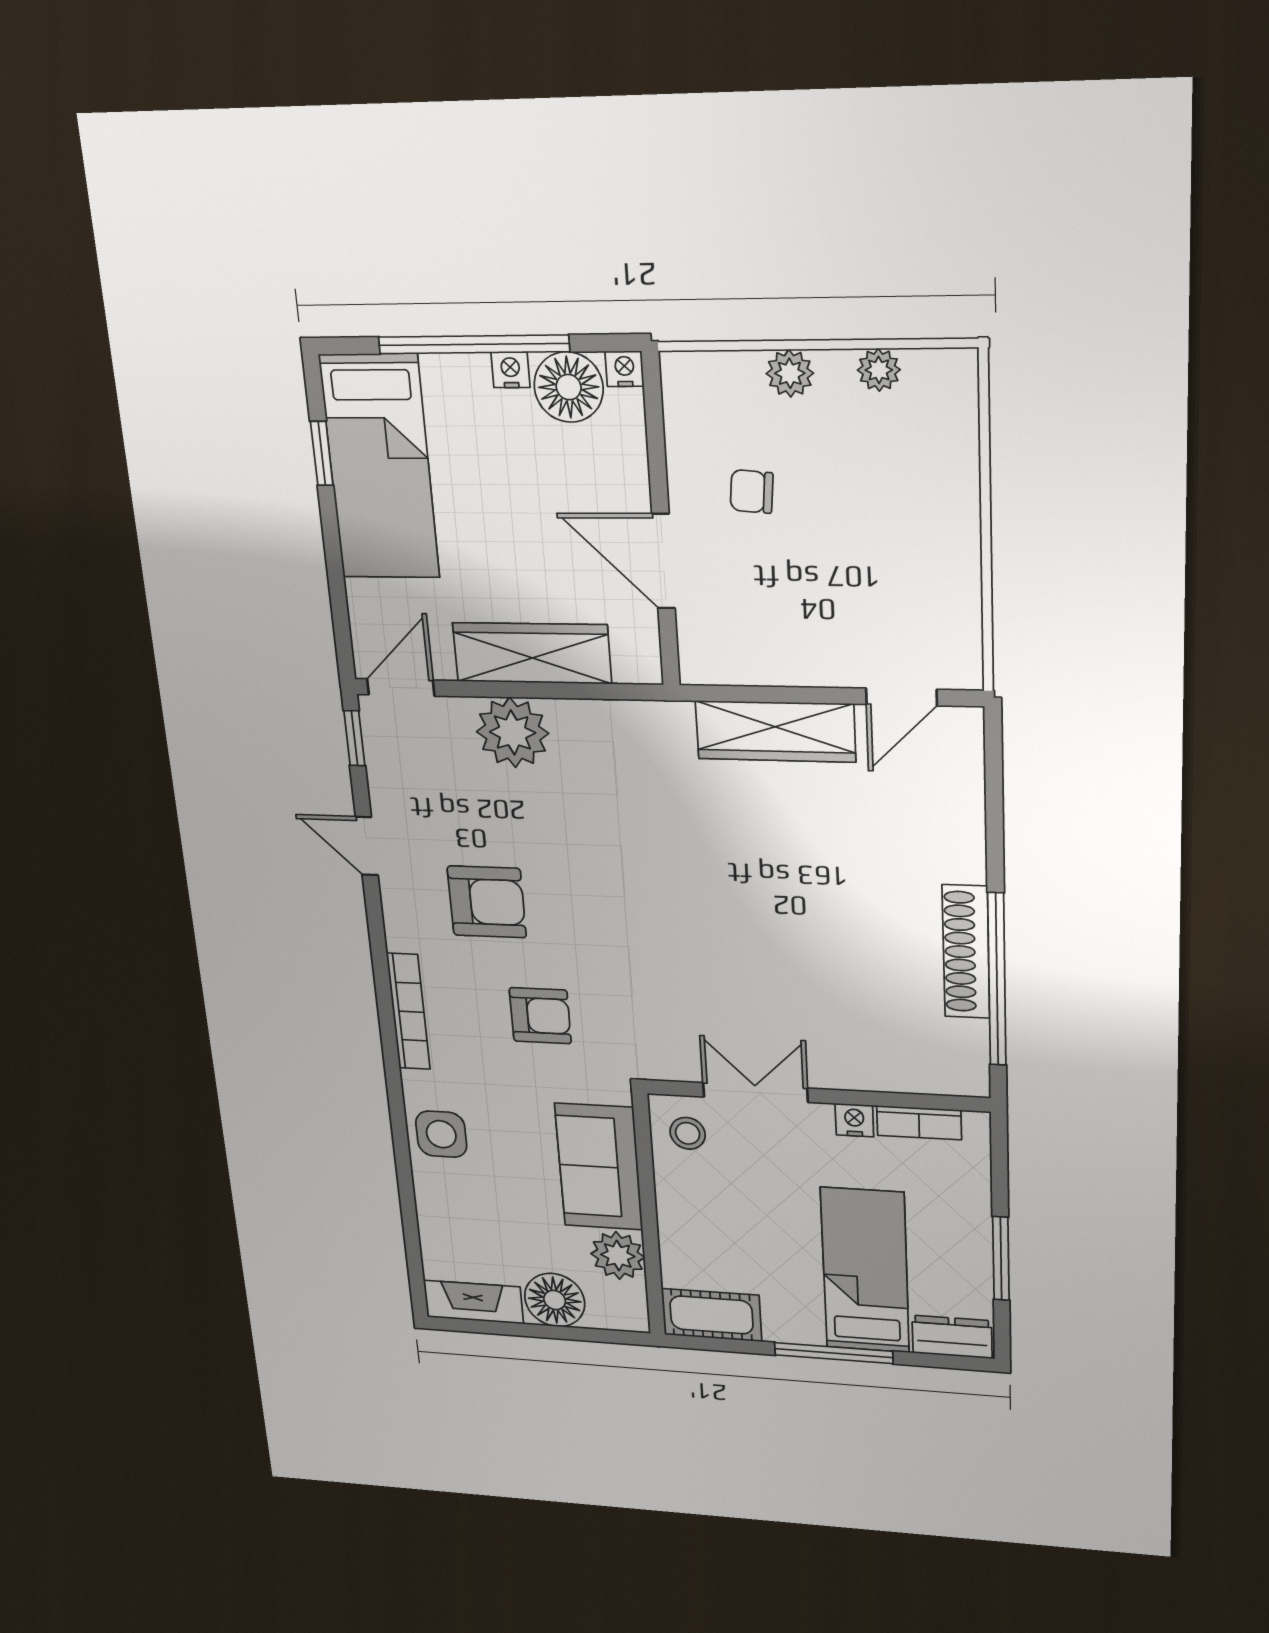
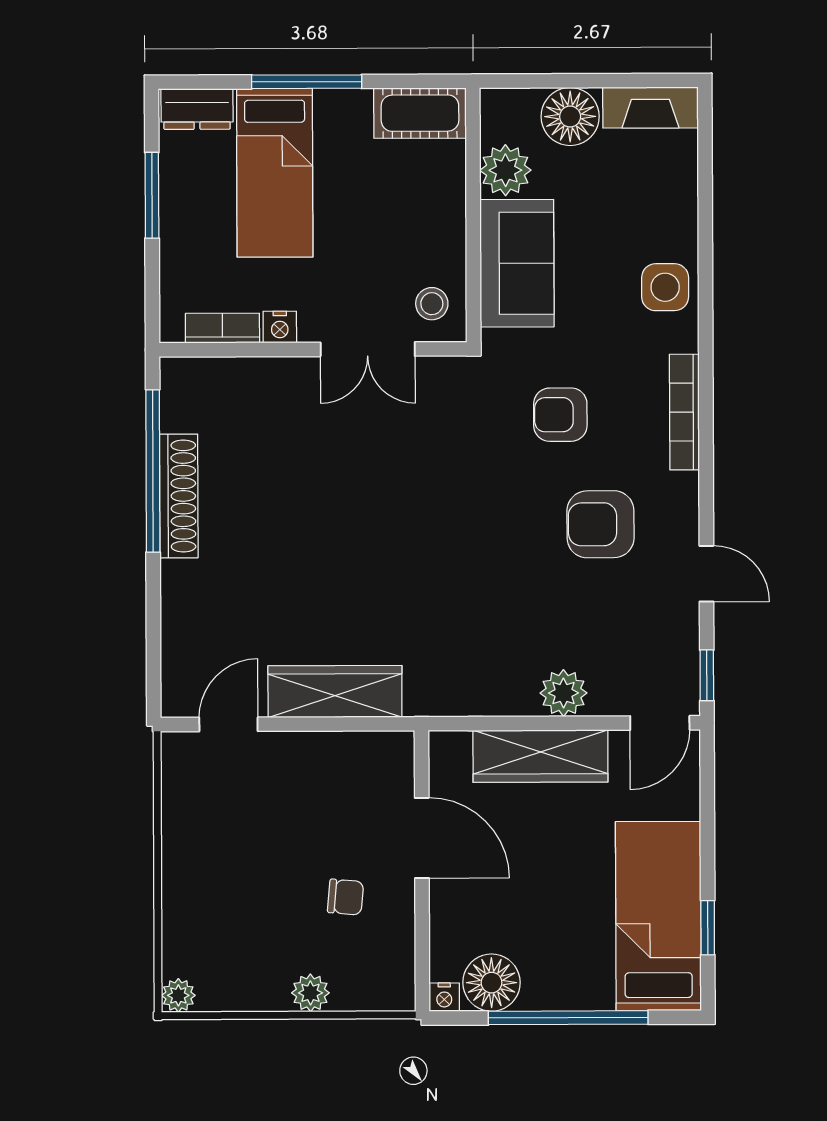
nightstand: (510, 370) -> (539, 997), removed
plant: (879, 370) -> (178, 995), moved
plant: (513, 732) -> (563, 693), width x0.73, depth x0.73

